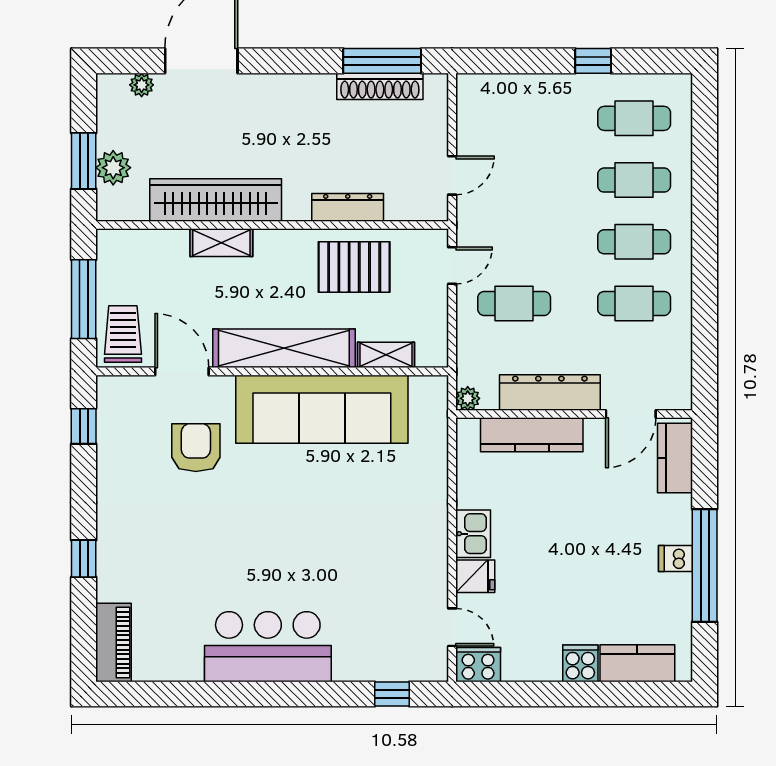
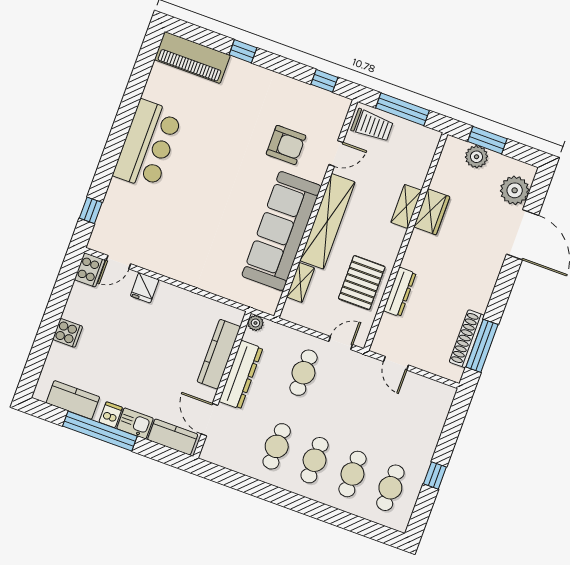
plant: (142, 85) -> (515, 190), width x1.87, depth x1.87
wardrobe: (216, 200) -> (432, 212), width x0.48, depth x0.85
door: (452, 266) -> (341, 343), swing flipped
door: (182, 371) -> (336, 153), width x0.73
kitchen sink: (473, 534) -> (135, 423), moved, turned 180
piano: (113, 643) -> (192, 57), width x1.37, depth x1.33
kitchen counter: (637, 663) -> (73, 400), moved, turned -90

